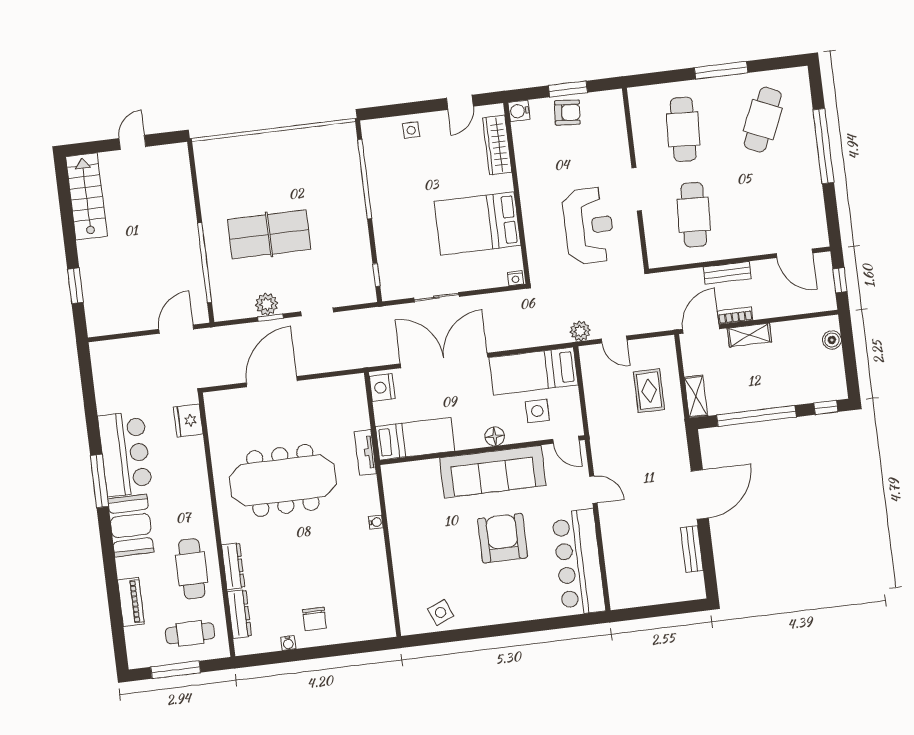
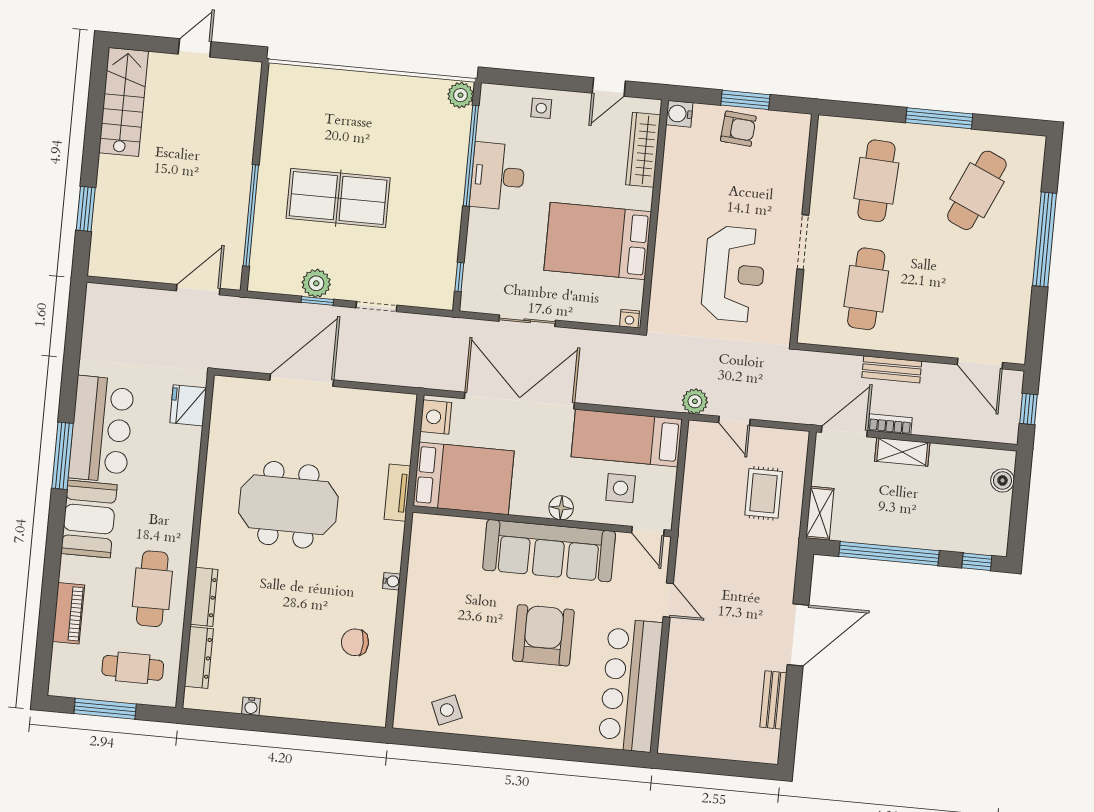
plant: (346, 134) -> (460, 95), added
desk: (389, 190) -> (498, 176), added
bed: (415, 439) -> (464, 478), width x1.50
meeting table: (283, 480) -> (288, 505), width x0.73
chair: (315, 619) -> (355, 642), moved, turned 90

